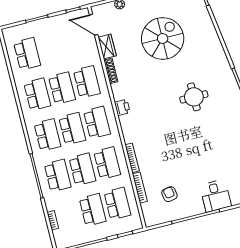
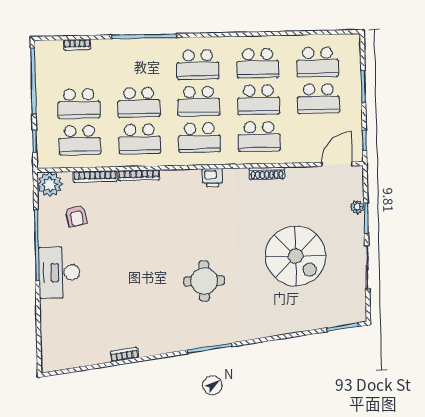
wardrobe: (107, 47) -> (302, 176), removed
school desk: (58, 175) -> (318, 99), moved
armchair: (169, 194) -> (76, 216), turned 88
desk: (216, 196) -> (59, 273), width x1.37
plant: (152, 217) -> (50, 184), added

